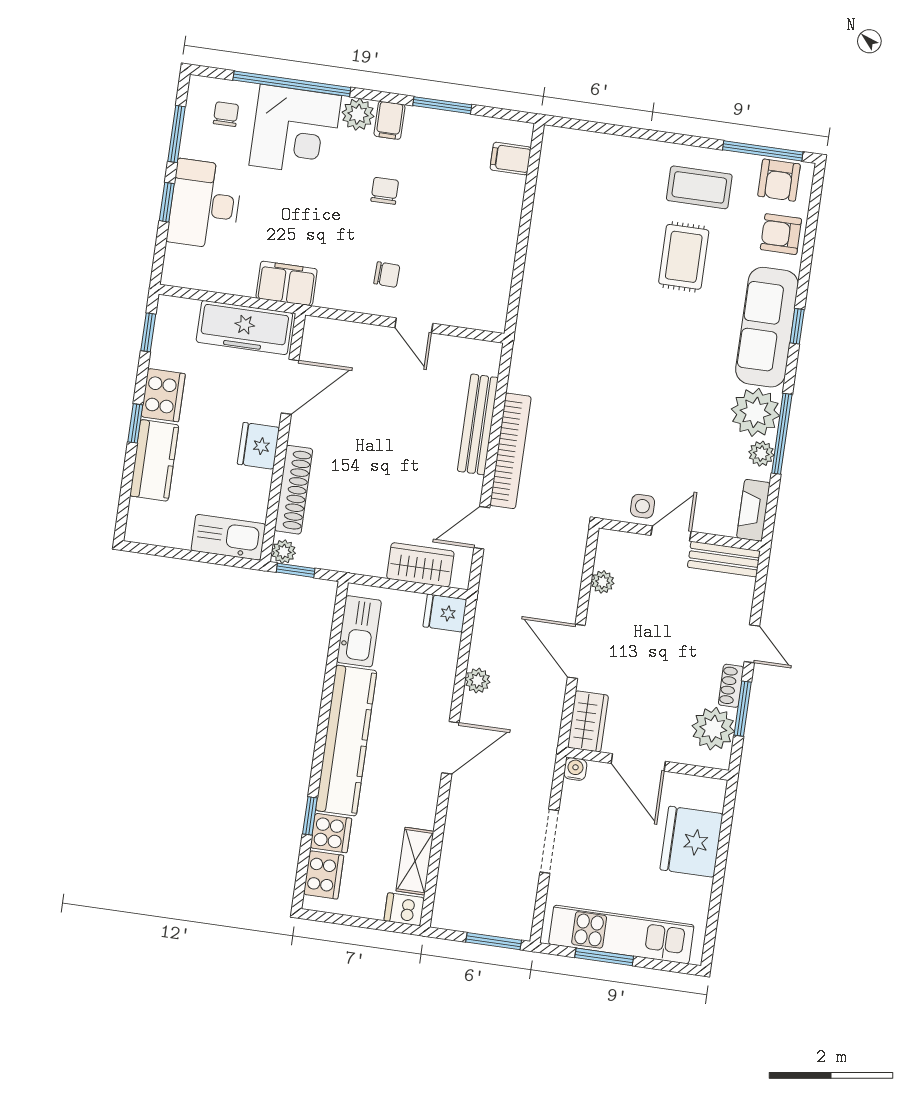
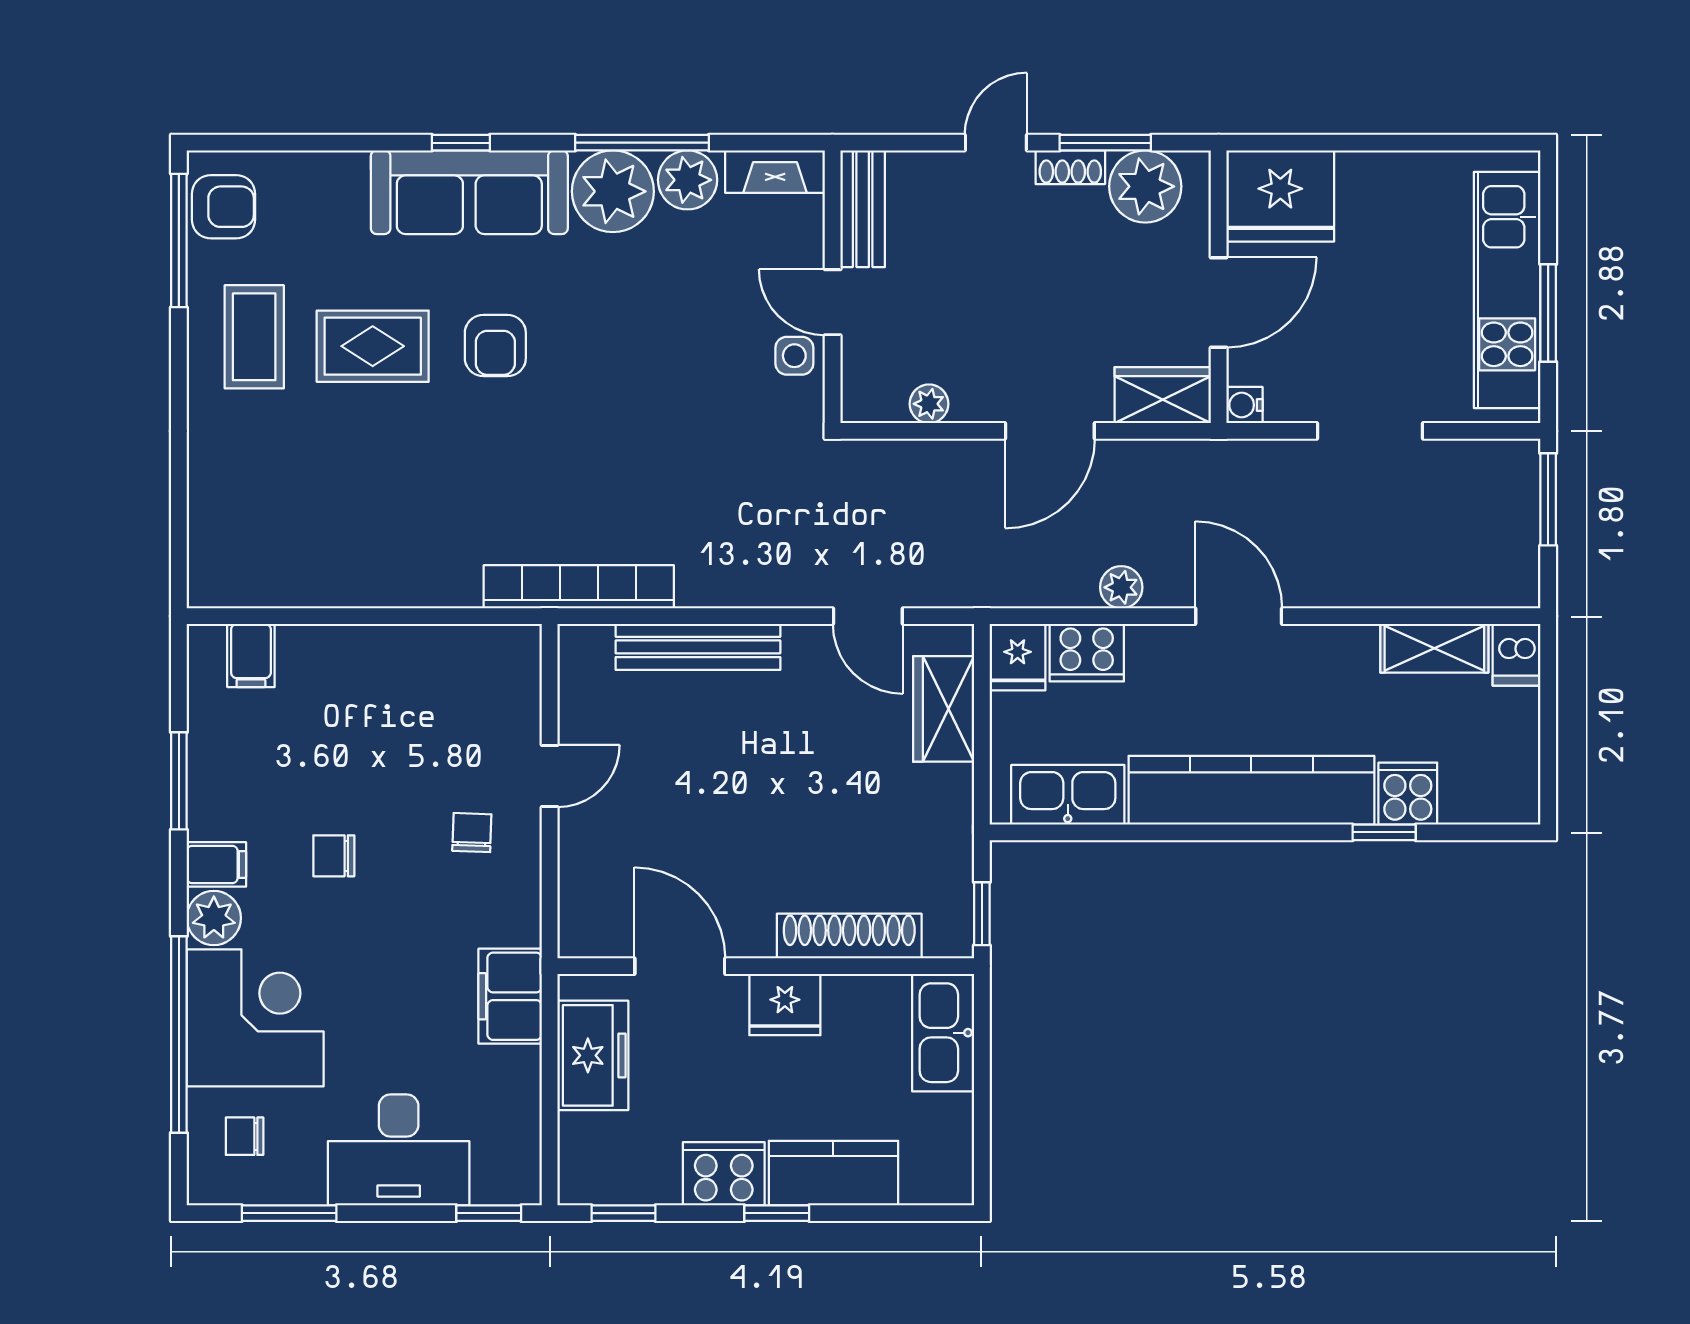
window: (167, 202) -> (489, 1213), moved
armchair: (781, 234) -> (495, 345), moved
freezer: (244, 328) -> (593, 1055), width x0.71
bookcase: (510, 451) -> (579, 587), moved
plant: (761, 454) -> (688, 180), width x1.38, depth x1.38
plant: (284, 552) -> (954, 938), removed
fridge: (691, 842) -> (1280, 196), moved
cooker: (324, 875) -> (1087, 653), moved, turned 180

